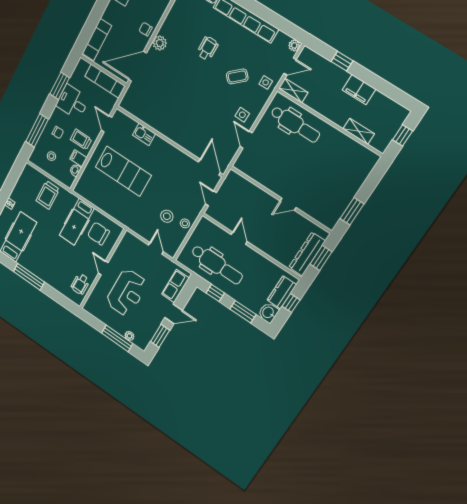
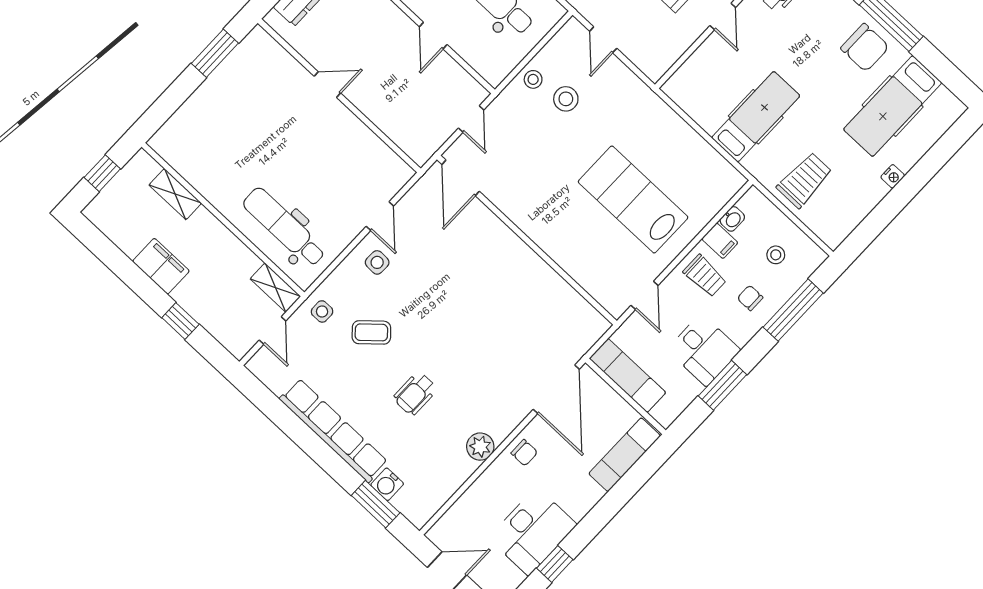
plant: (160, 43) -> (480, 447), moved
plant: (294, 45) -> (258, 365), removed
door: (137, 66) -> (556, 389), hinge flipped
door: (290, 66) -> (272, 330), swing flipped
kitchen sink: (144, 134) -> (574, 262), removed
chair: (98, 233) -> (865, 48), moved

